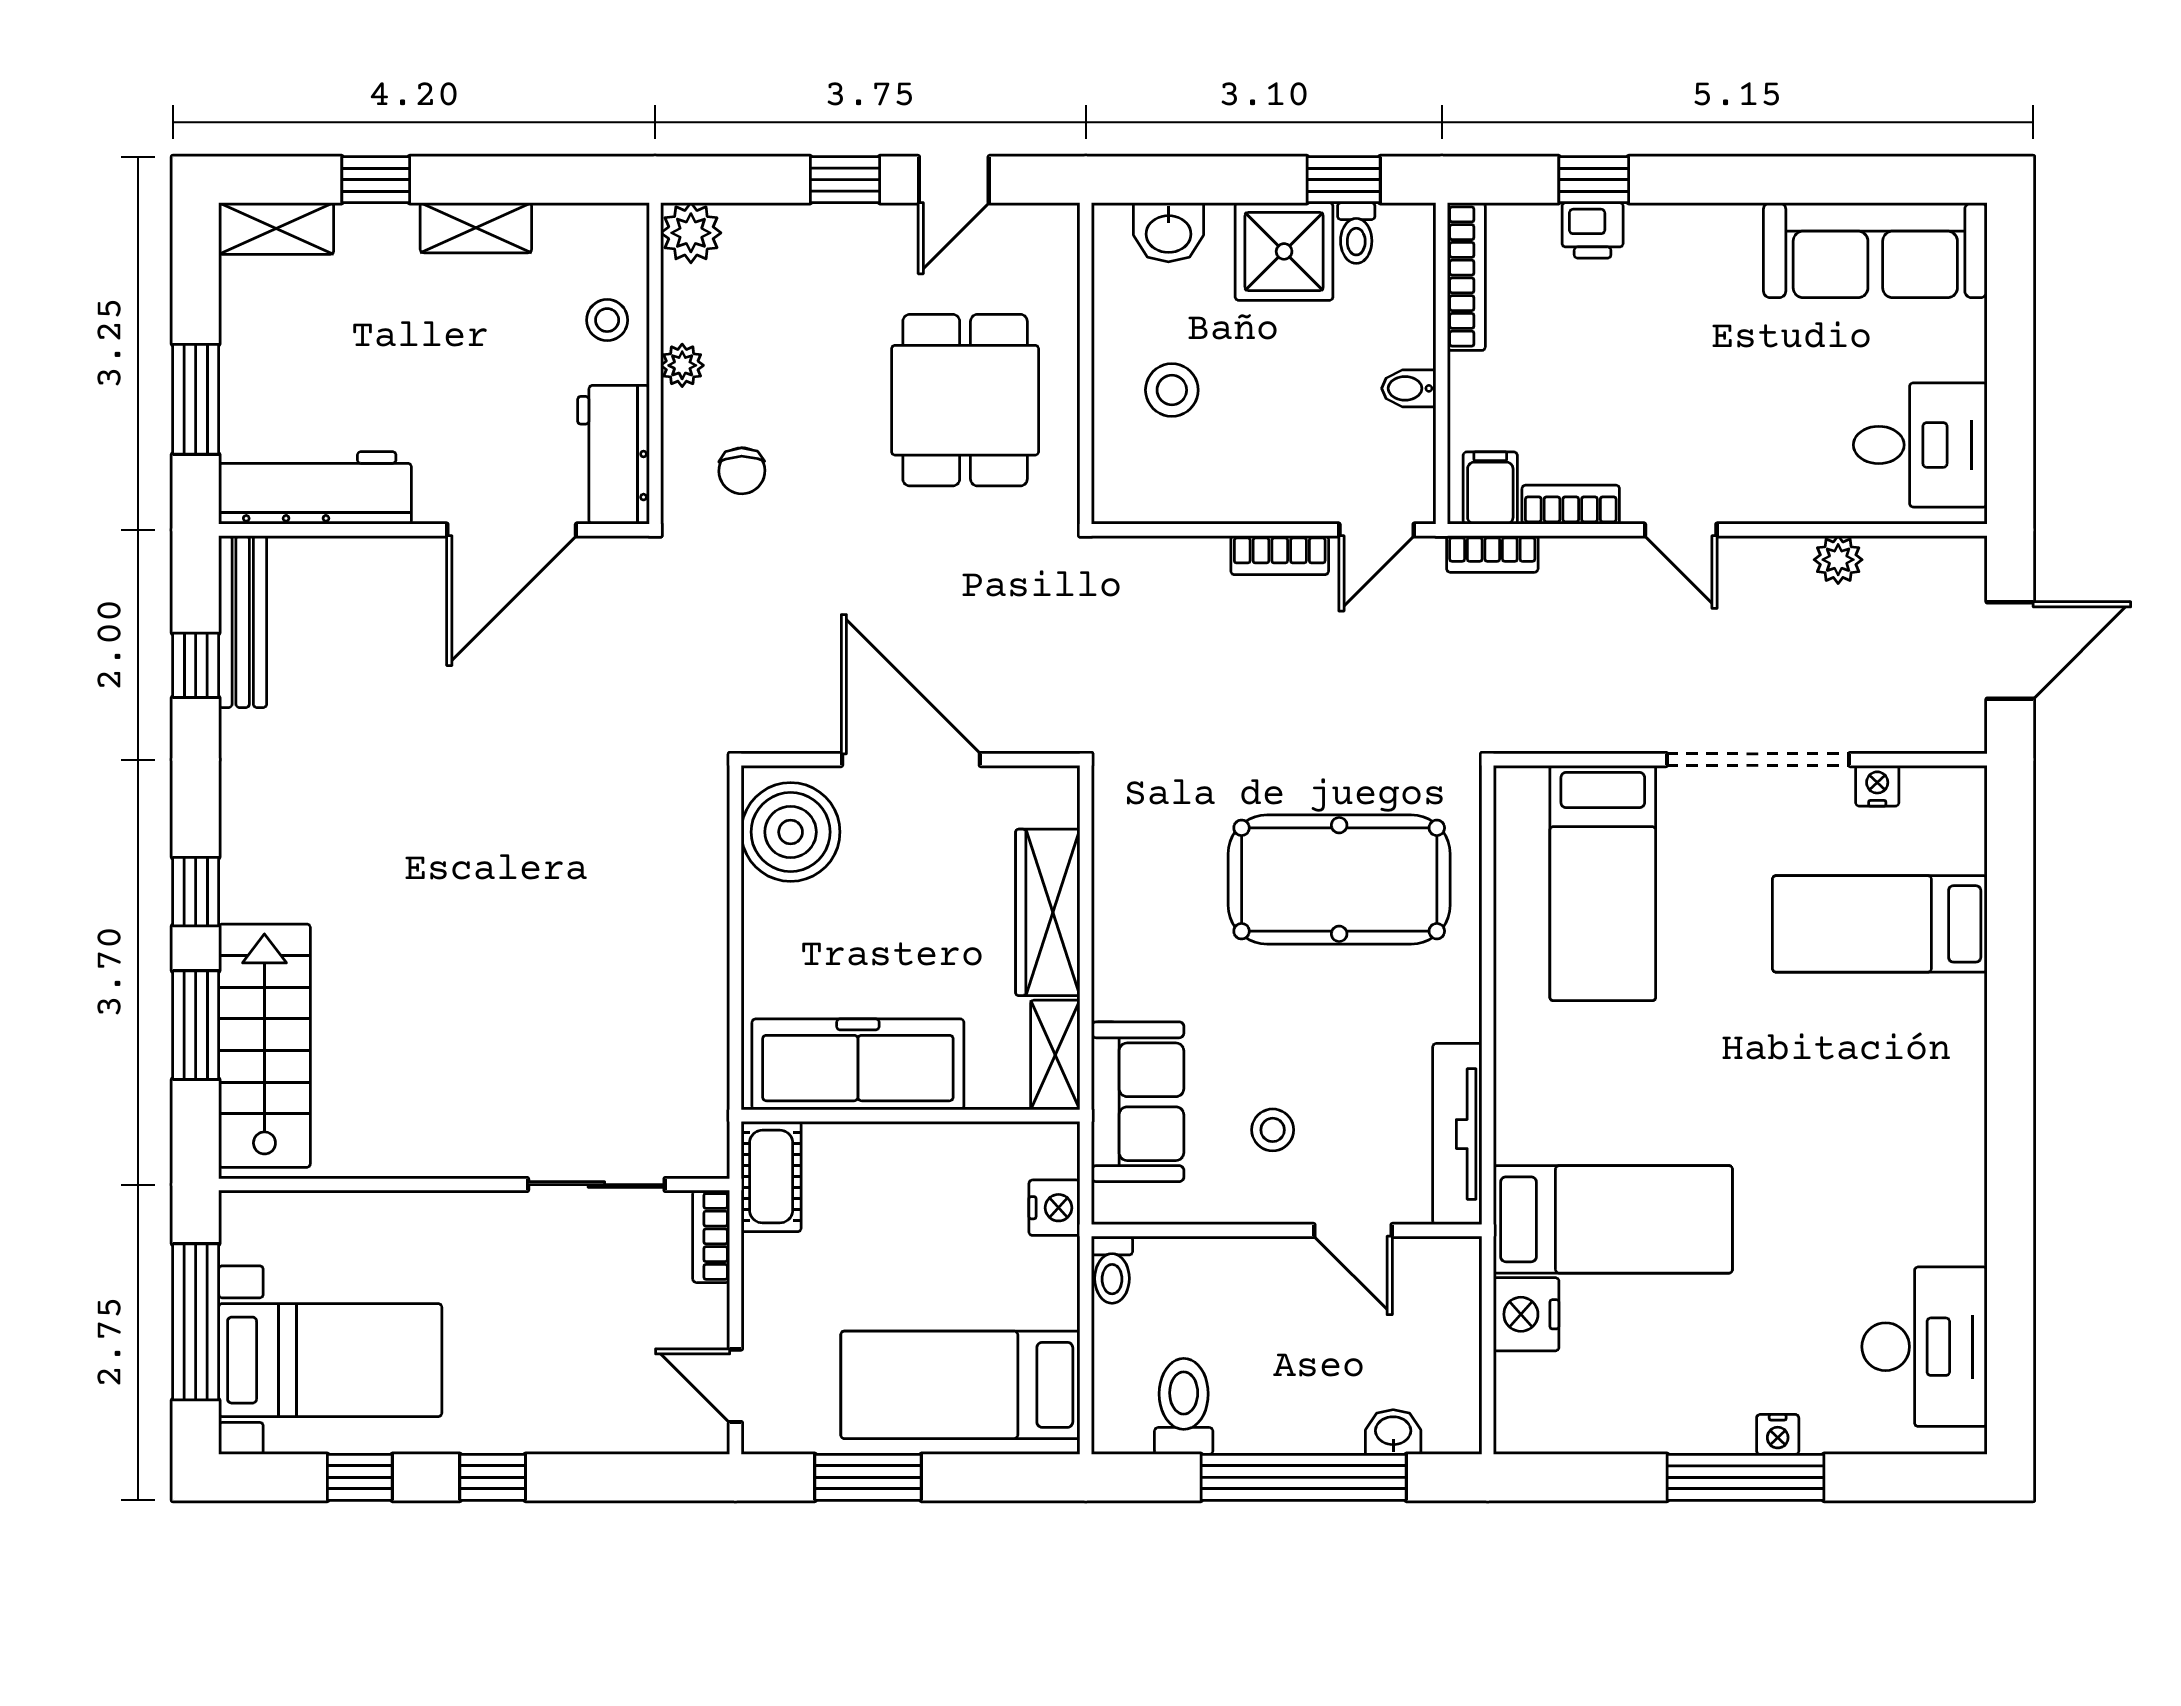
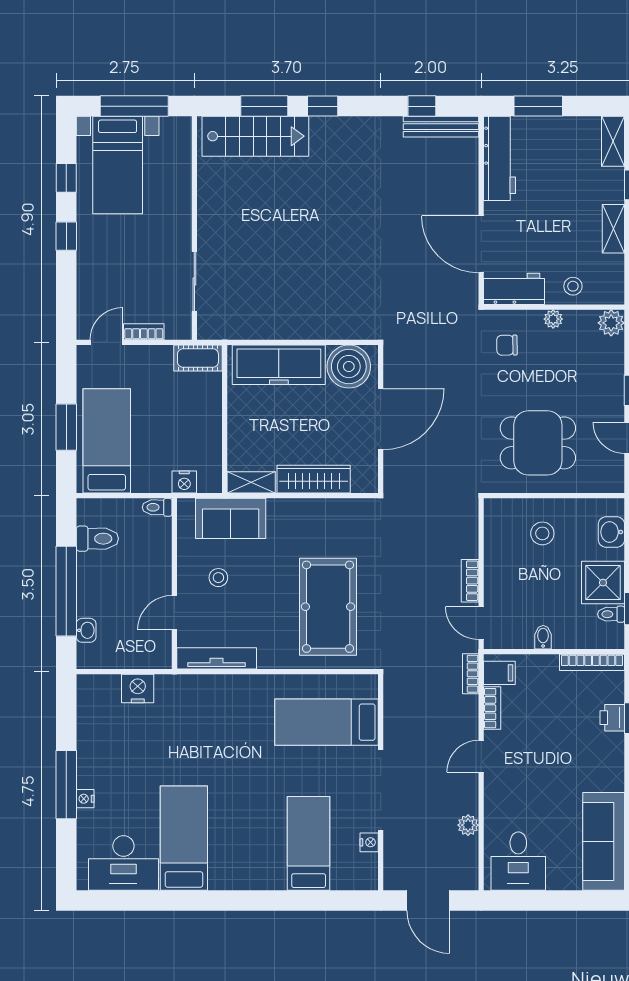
freezer: (858, 1064) -> (279, 365), moved, turned 90
bed: (1613, 1219) -> (184, 838), moved, turned 180
bookcase: (711, 1236) -> (144, 332), moved
window: (868, 1477) -> (66, 427), moved

